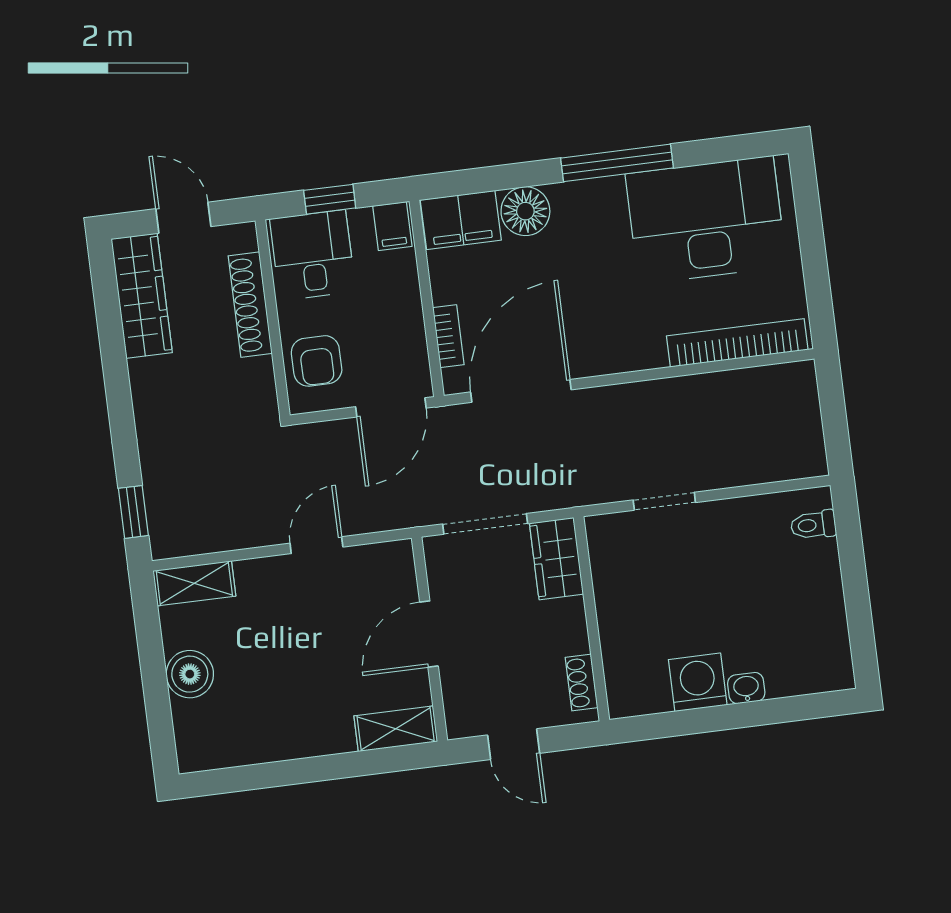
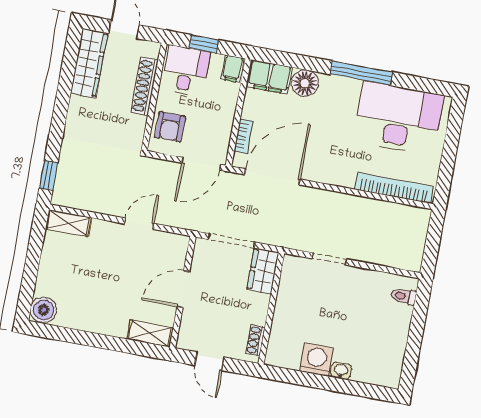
boiler: (190, 674) -> (44, 310), moved

